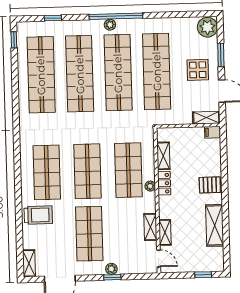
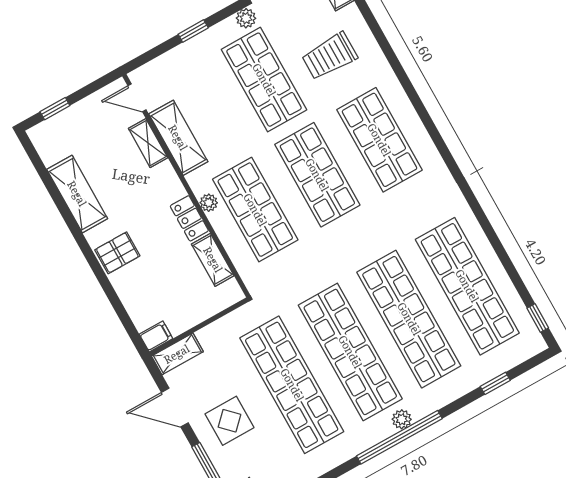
trolley: (38, 215) -> (329, 56), moved
shelving: (150, 227) -> (178, 138), width x1.50, depth x1.33
plant: (111, 269) -> (246, 18), moved

